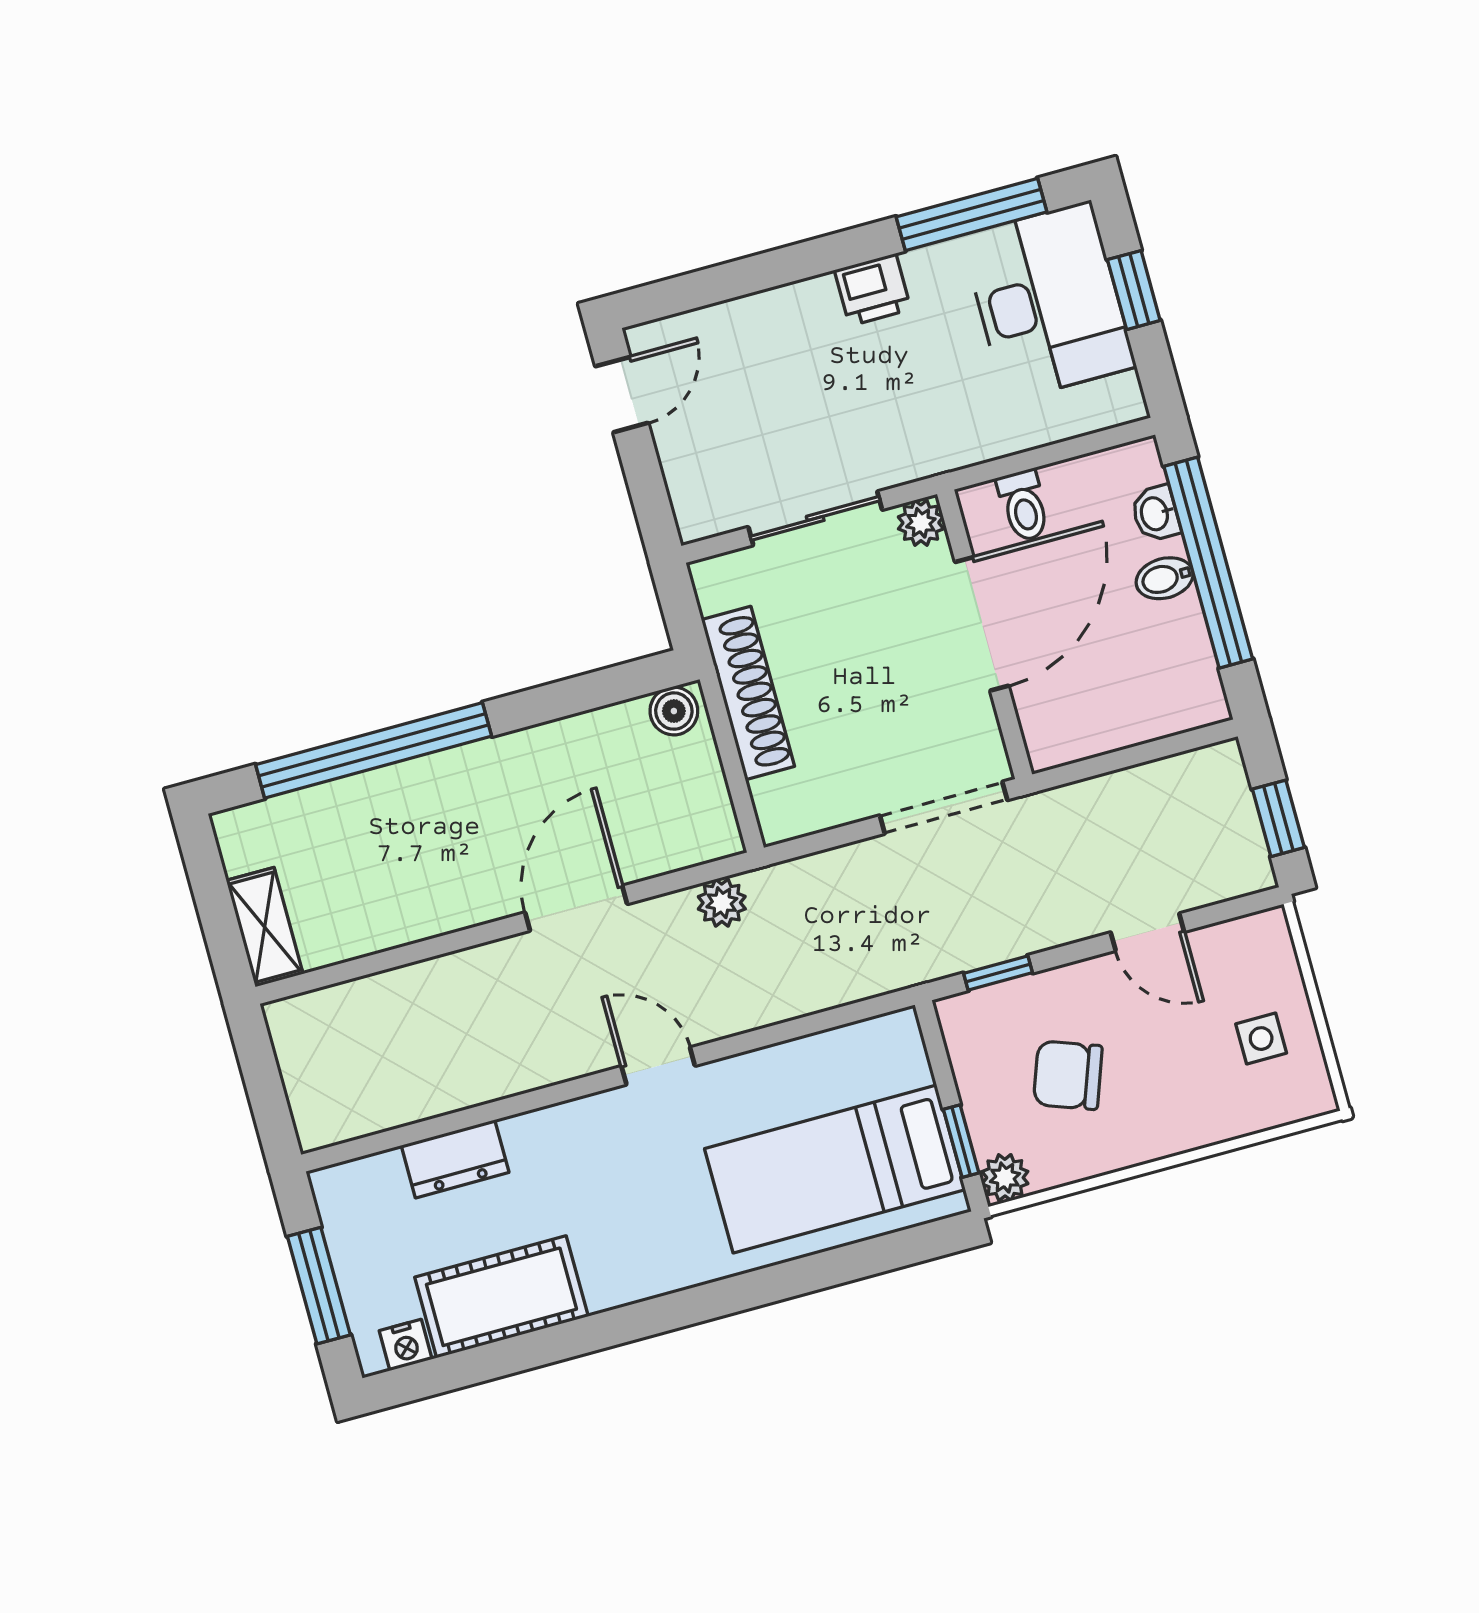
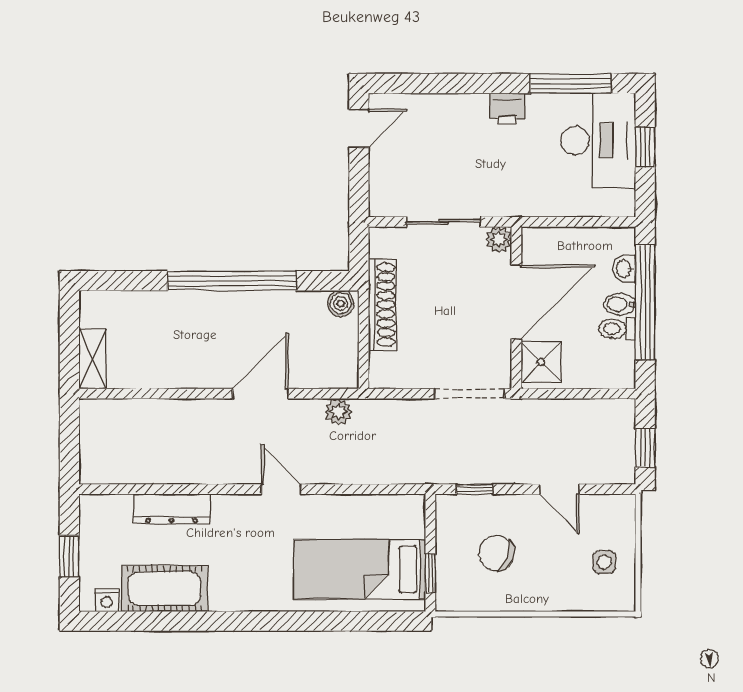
toilet: (1024, 505) -> (617, 329), moved, turned 90
shower: (1054, 717) -> (541, 362), added
window: (374, 750) -> (232, 281), moved
dresser: (455, 1159) -> (172, 509), width x1.44
plant: (1005, 1178) -> (448, 598), removed
window: (319, 1286) -> (69, 556), width x0.67

